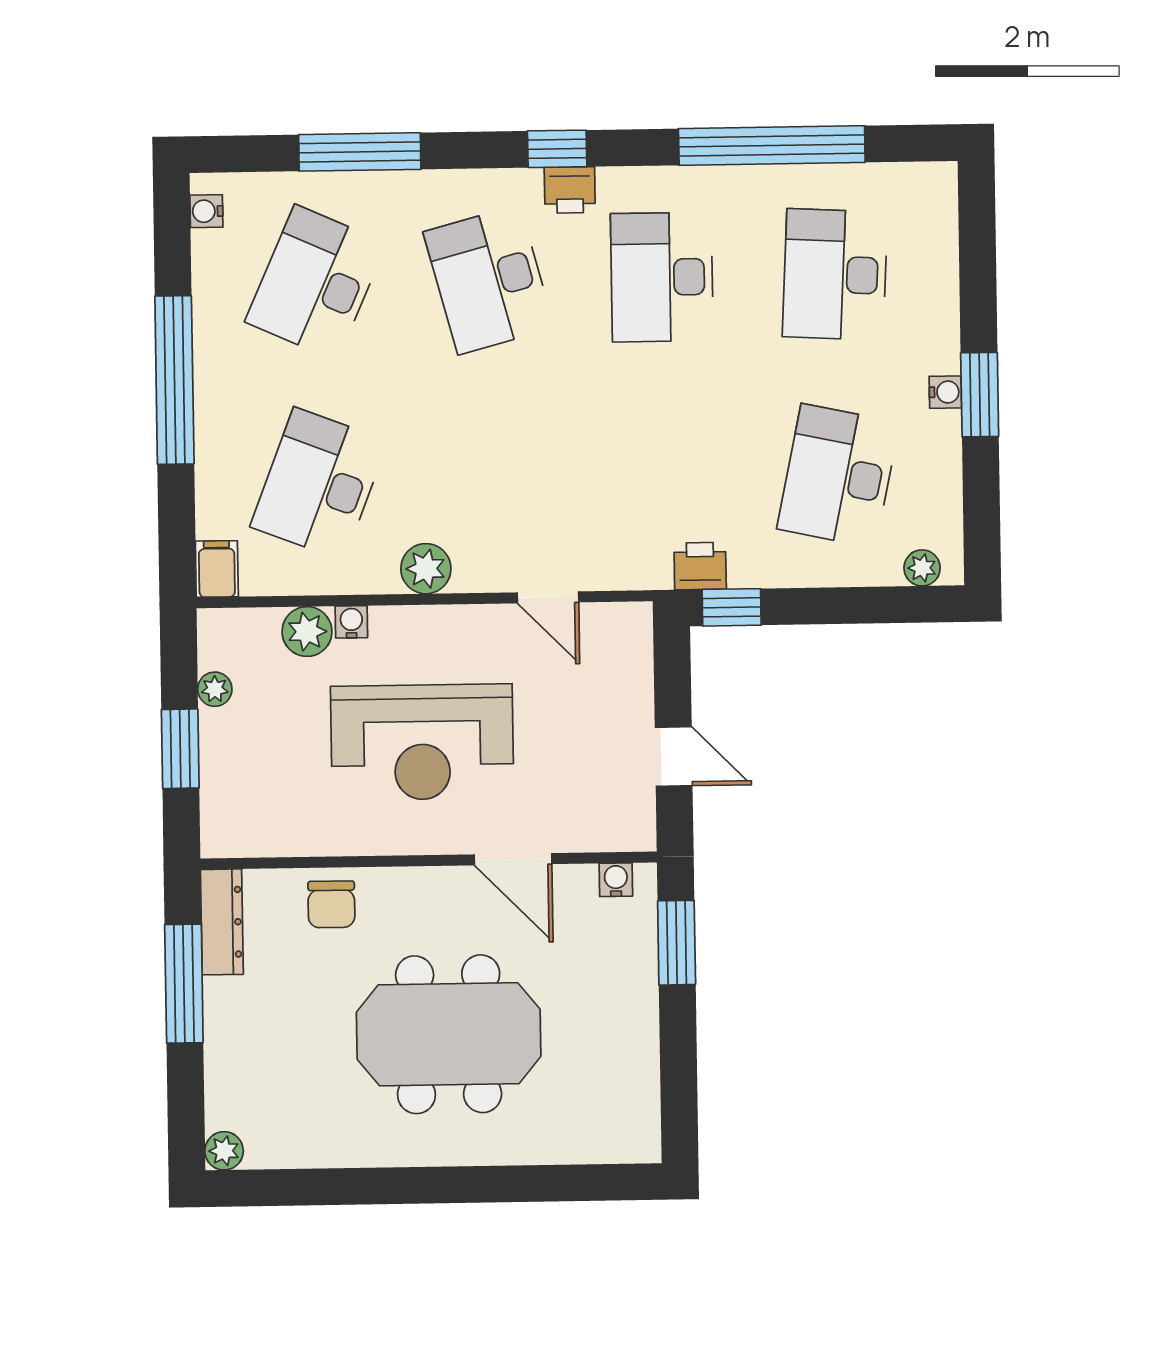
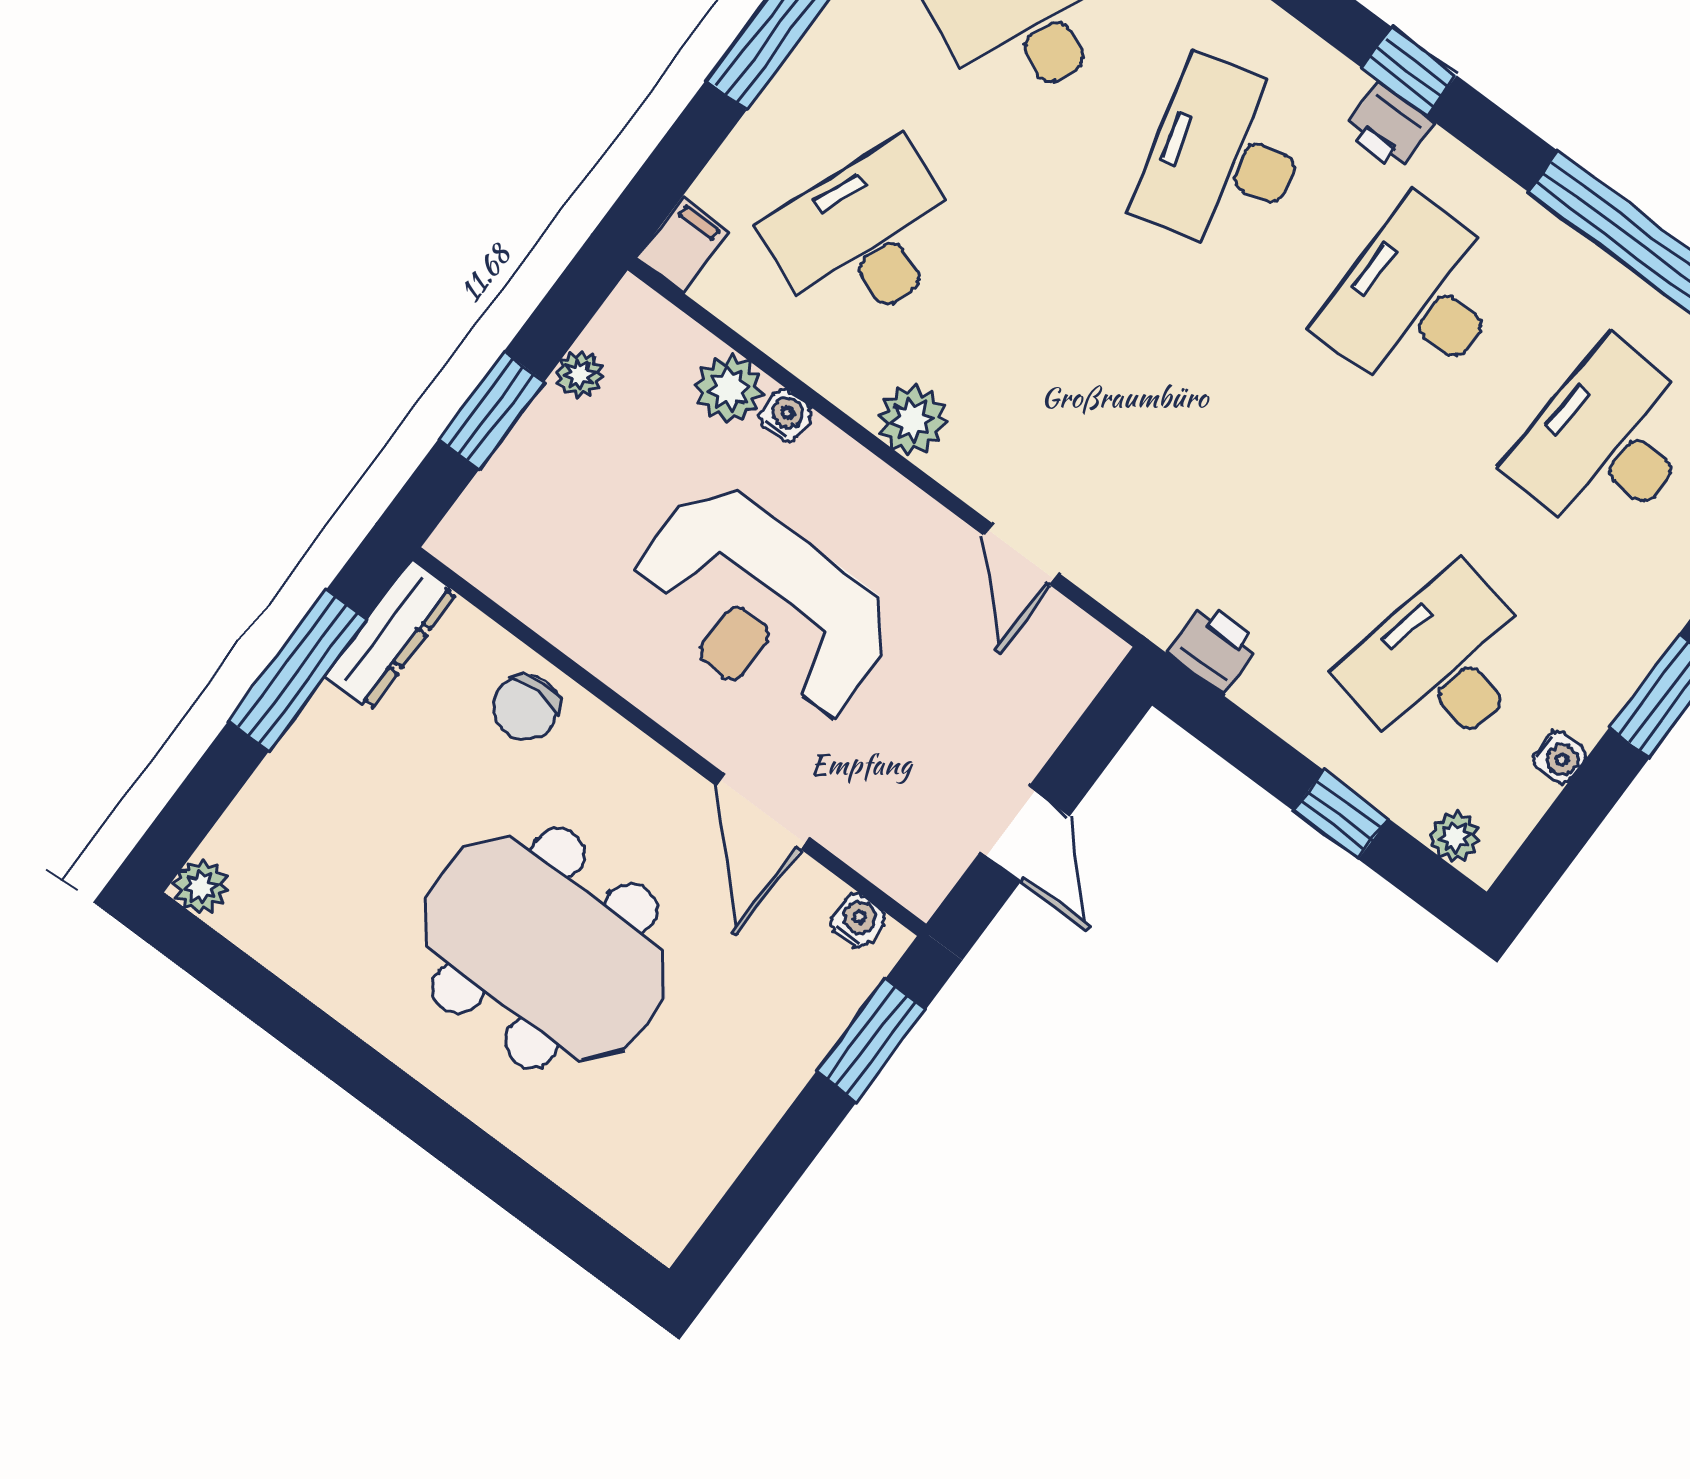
water cooler: (945, 392) -> (1559, 758), moved
window: (732, 607) -> (1341, 815), moved

